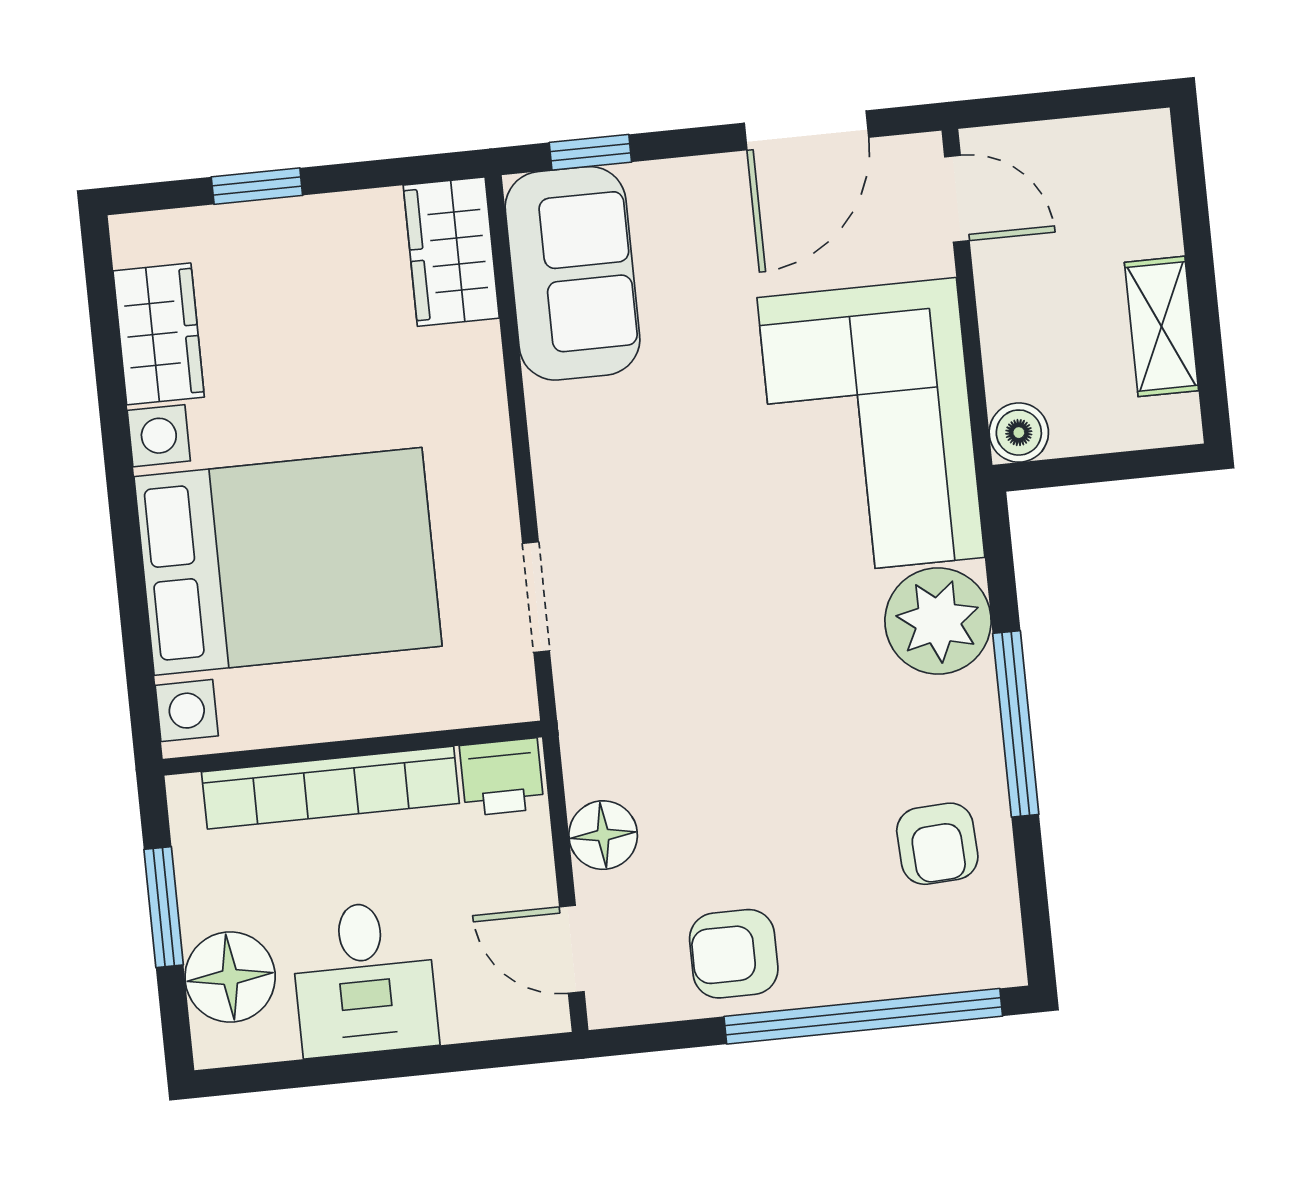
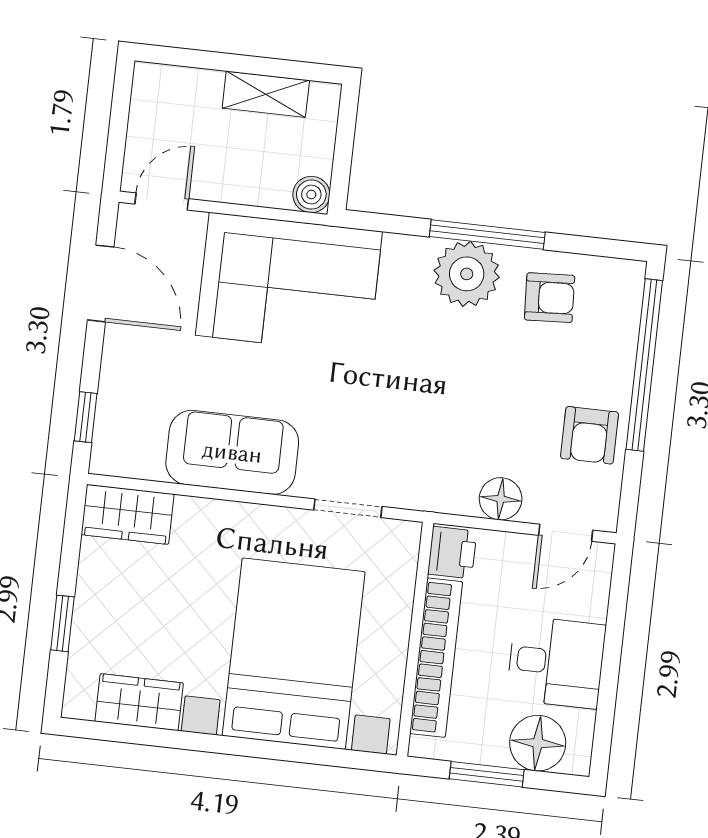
sofa: (572, 273) -> (232, 452), moved
plant: (938, 621) -> (467, 274), moved

